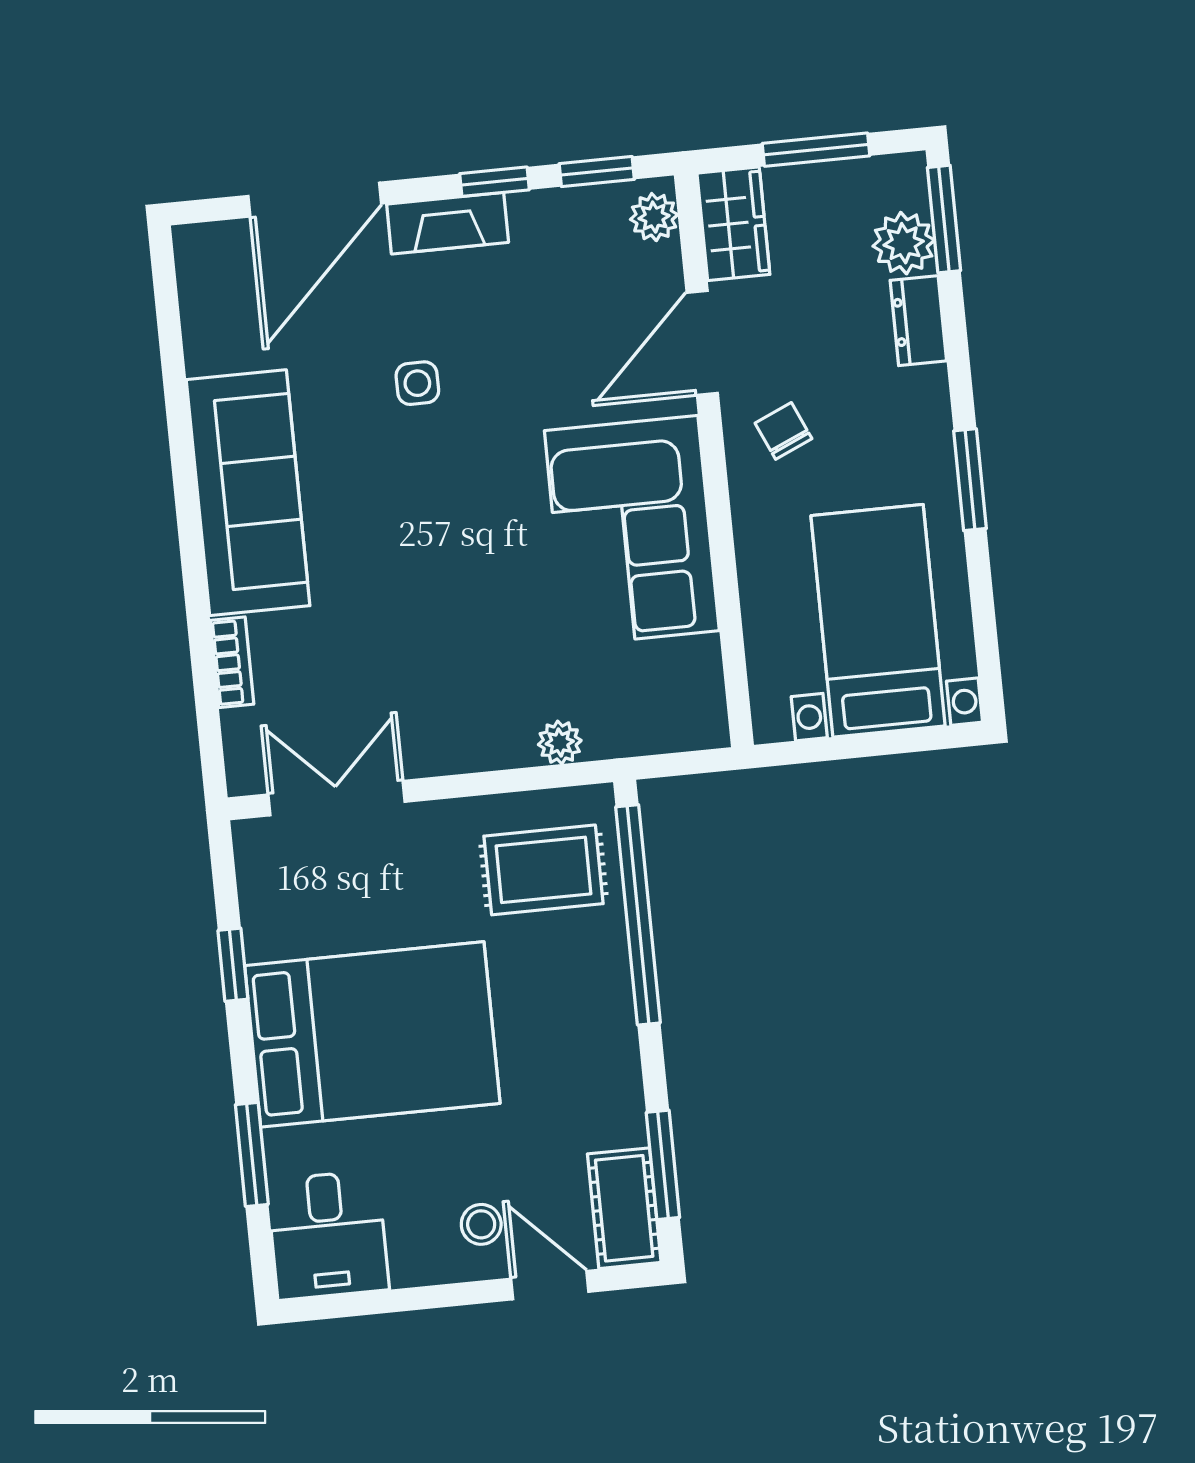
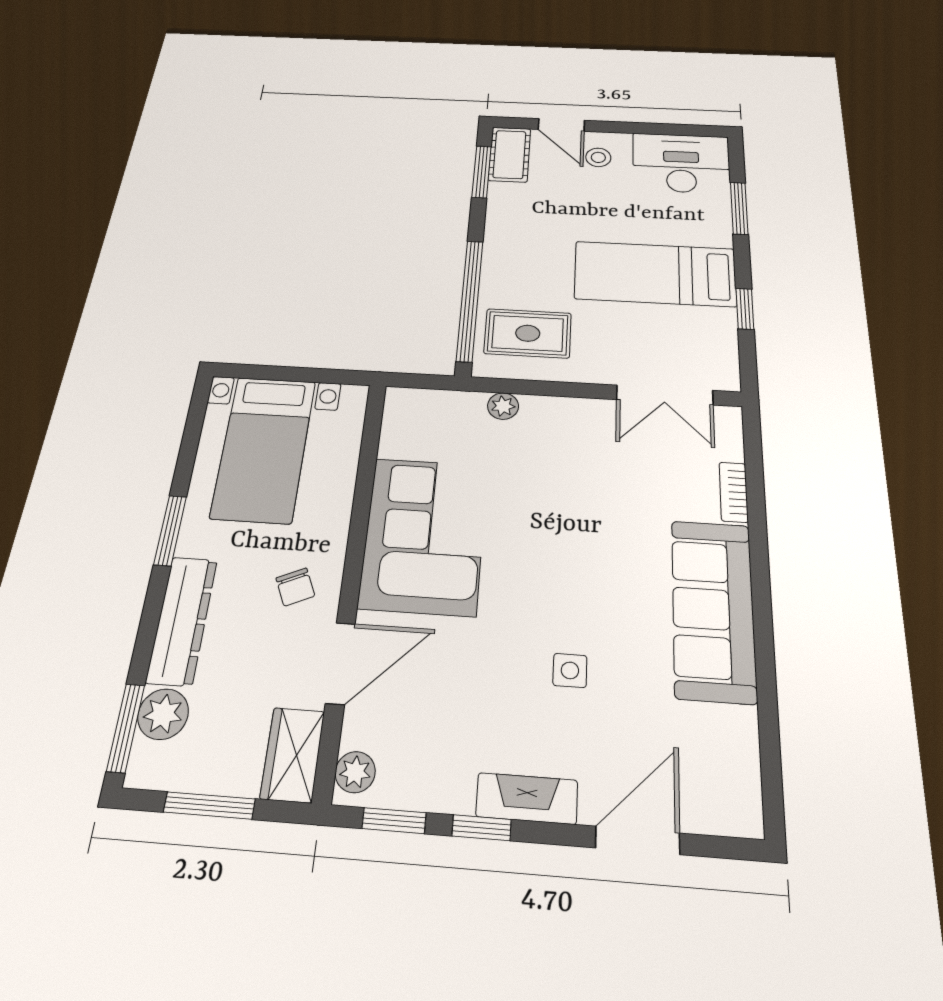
door: (315, 200) -> (638, 840), width x0.73
dresser: (918, 321) -> (182, 620), width x1.96, depth x1.24
bed: (372, 1034) -> (655, 274), width x0.67
desk: (328, 1235) -> (681, 163), width x1.37

